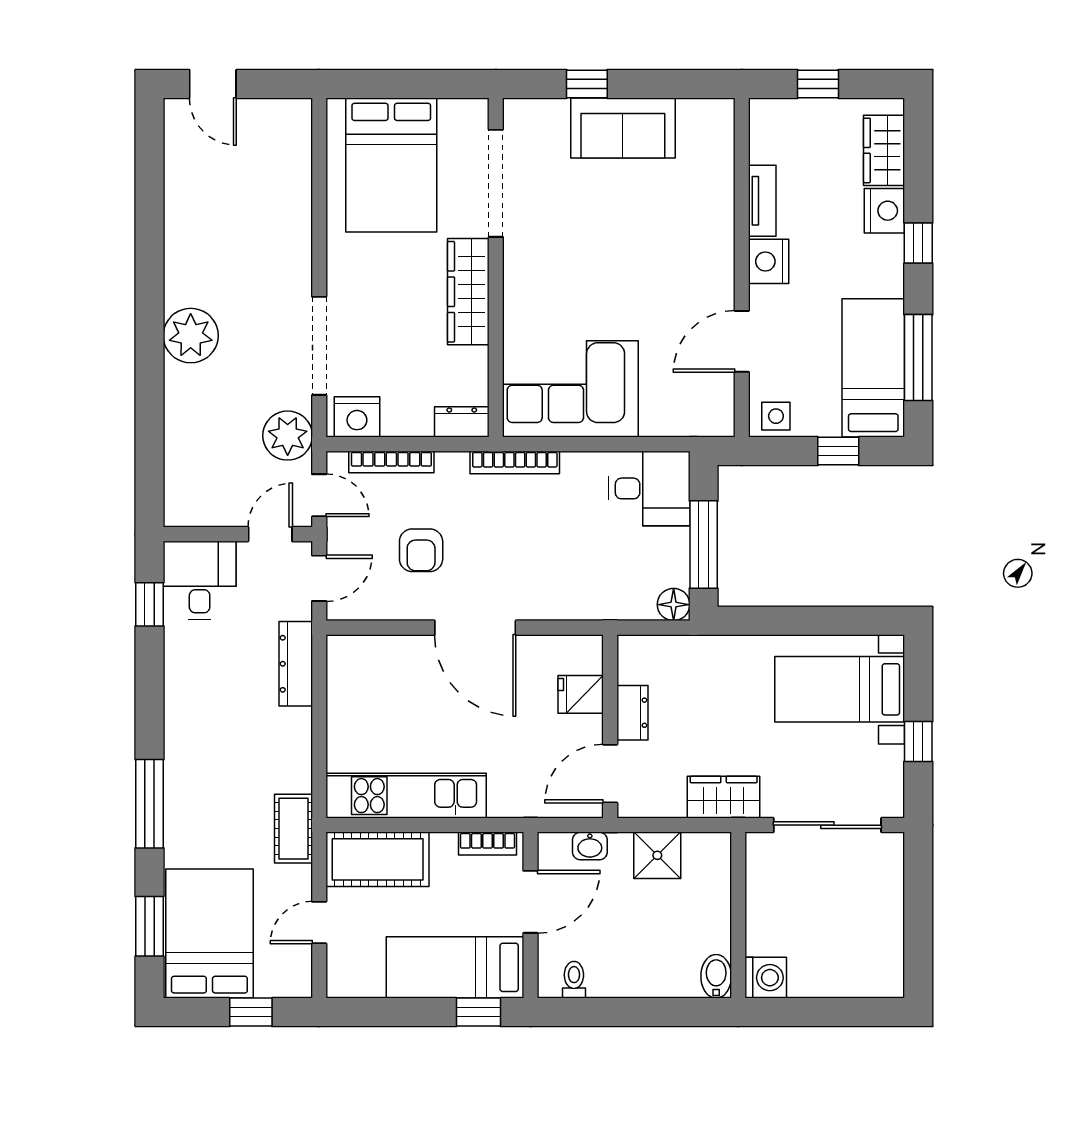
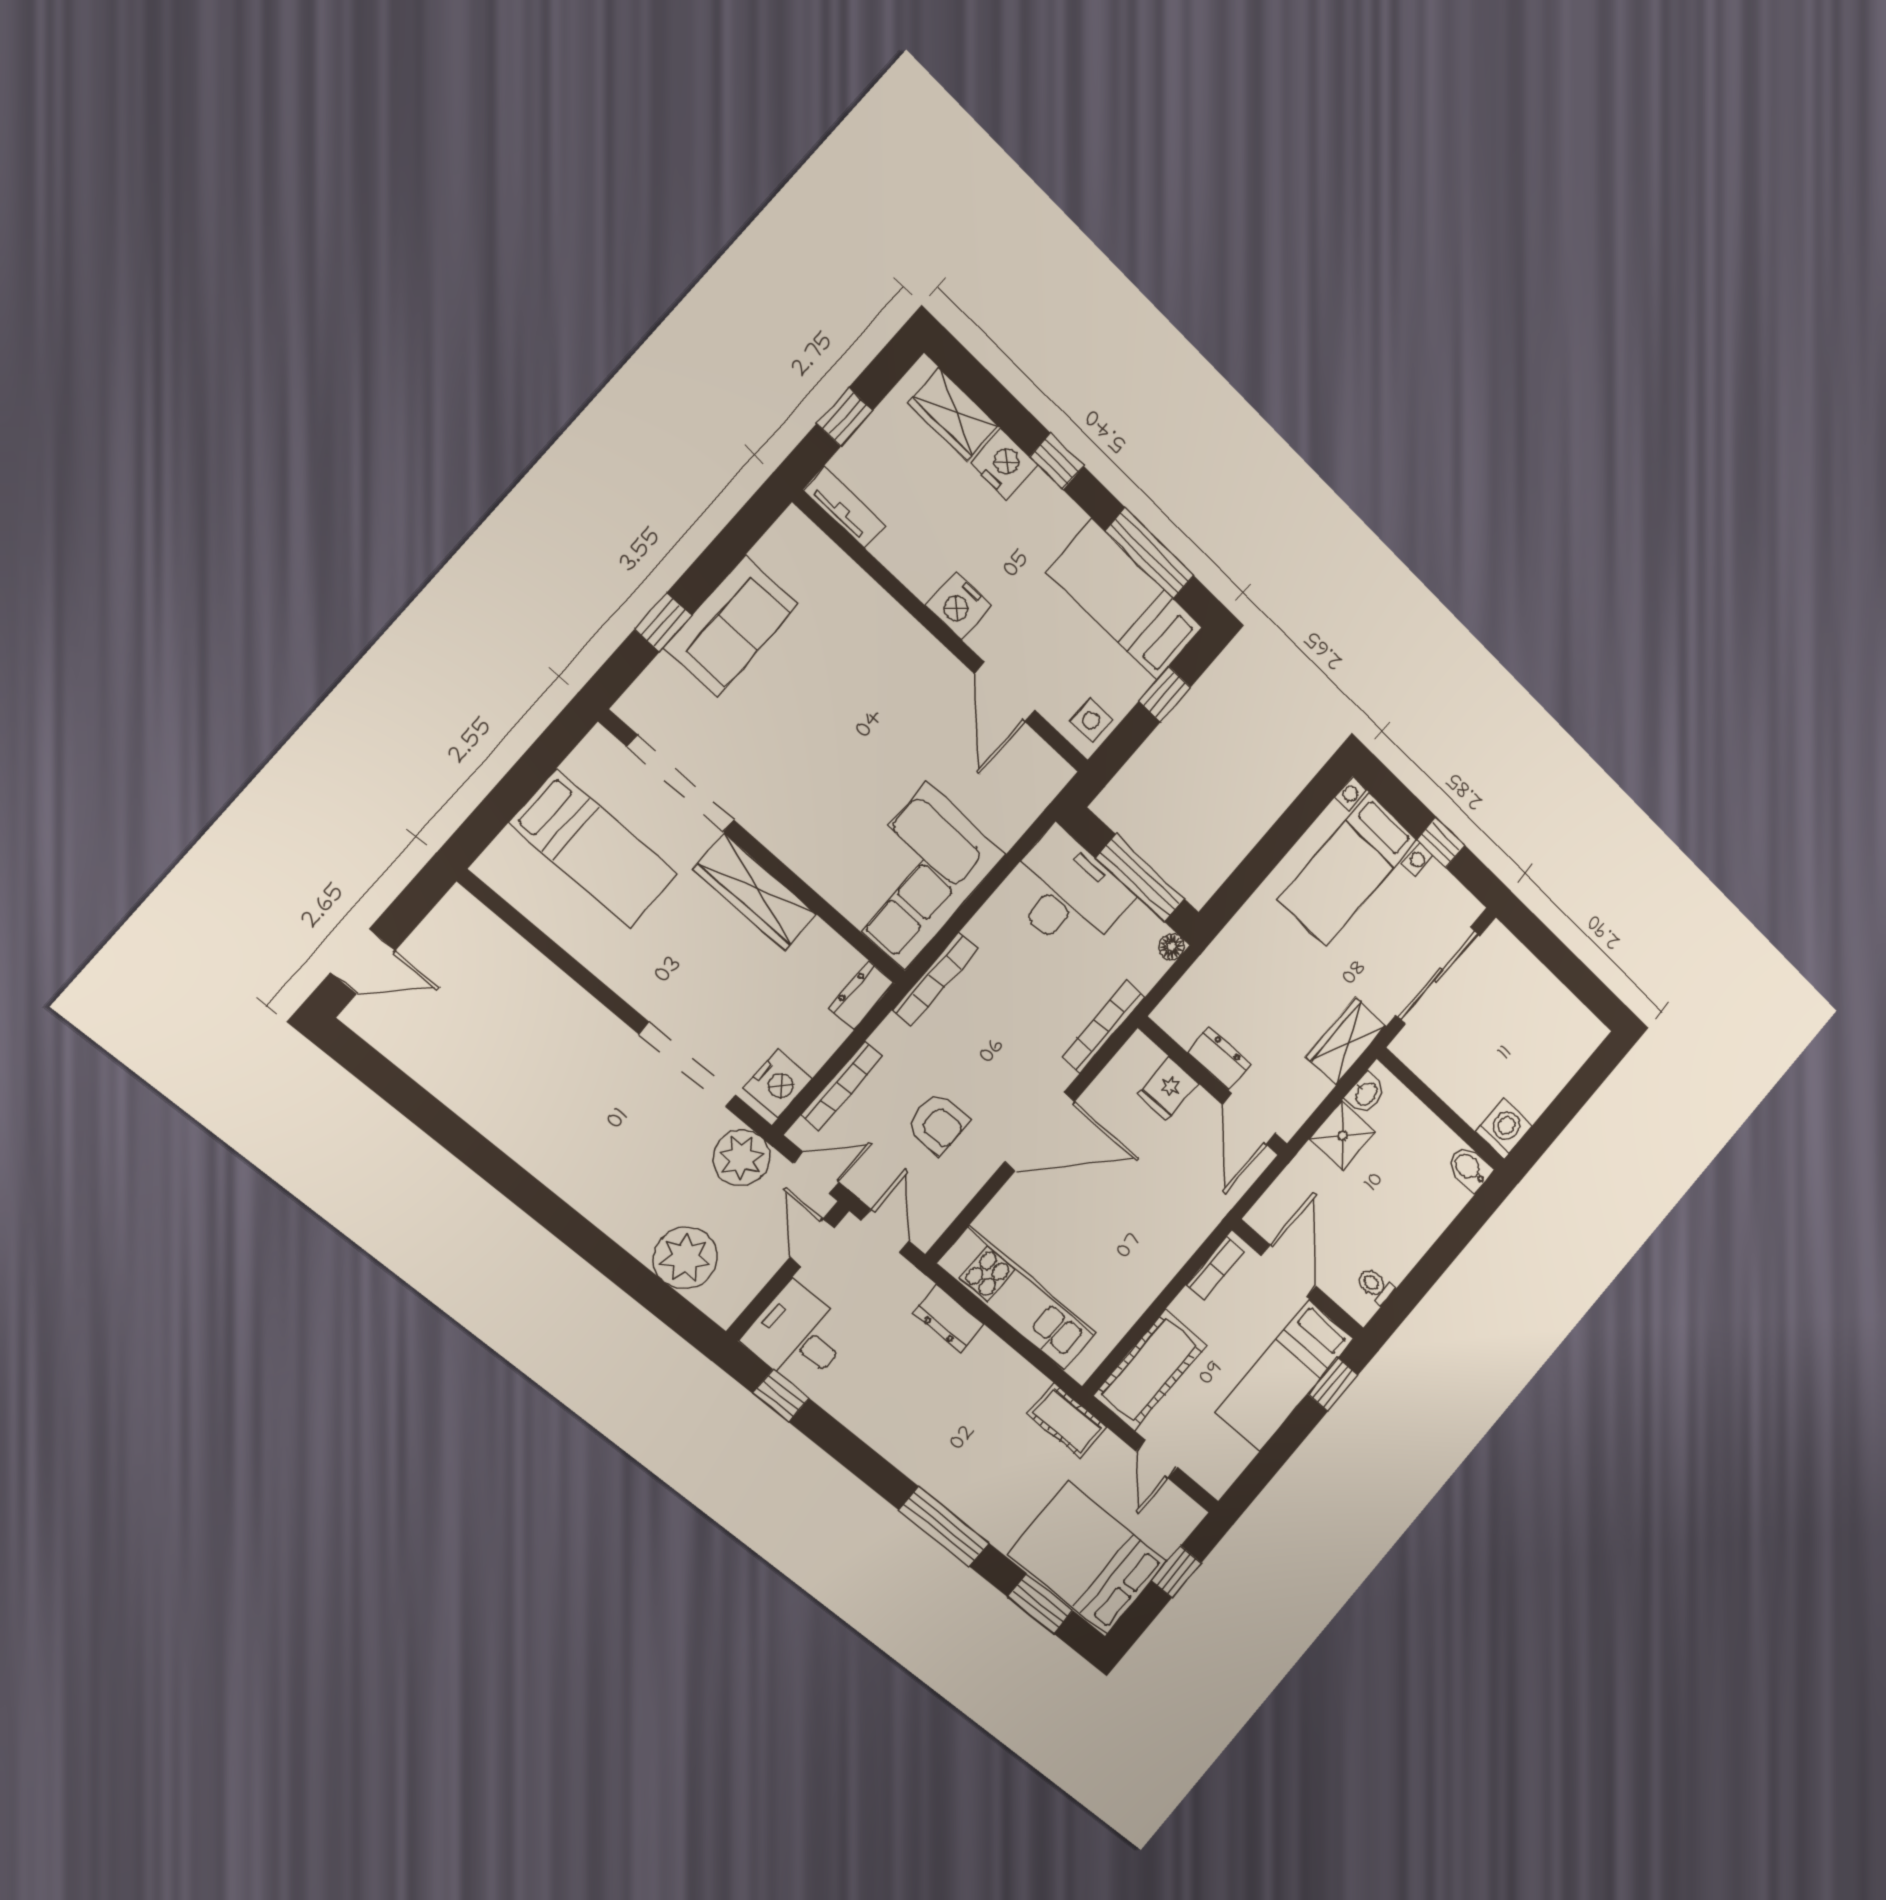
bed: (391, 165) -> (594, 849), width x0.67
tv unit: (762, 201) -> (845, 507), moved
plant: (191, 336) -> (686, 1258), moved
desk: (649, 488) -> (1067, 893), width x1.37
floor lamp: (674, 605) -> (1172, 947), width x0.73, depth x0.73
bookcase: (583, 609) -> (1103, 1027), added
dresser: (296, 664) -> (948, 1318), width x0.70
kitchen unit: (406, 796) -> (1017, 1299), moved, turned 90
washbasin: (590, 846) -> (1366, 1093), moved

